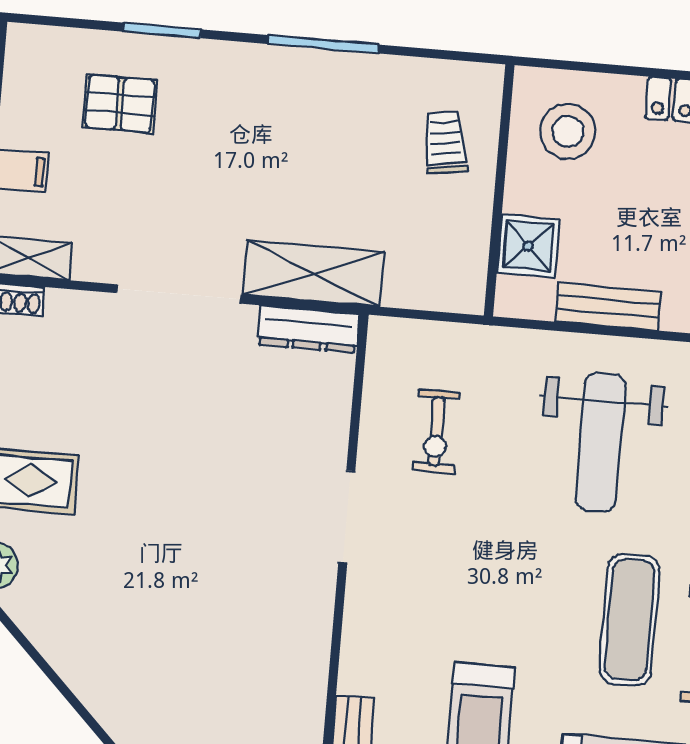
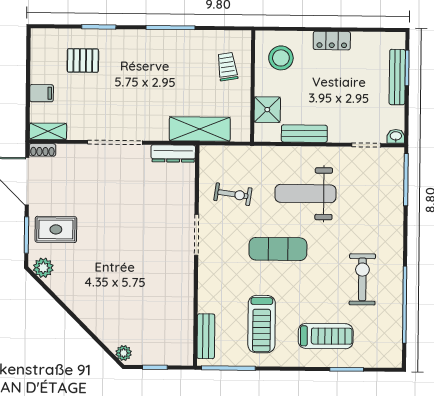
shelving: (313, 273) -> (200, 129), moved
exercise bike: (436, 431) -> (233, 194), turned -82
weight bench: (600, 442) -> (305, 194), turned 90
exercise mat: (629, 620) -> (278, 249), moved, turned 90

